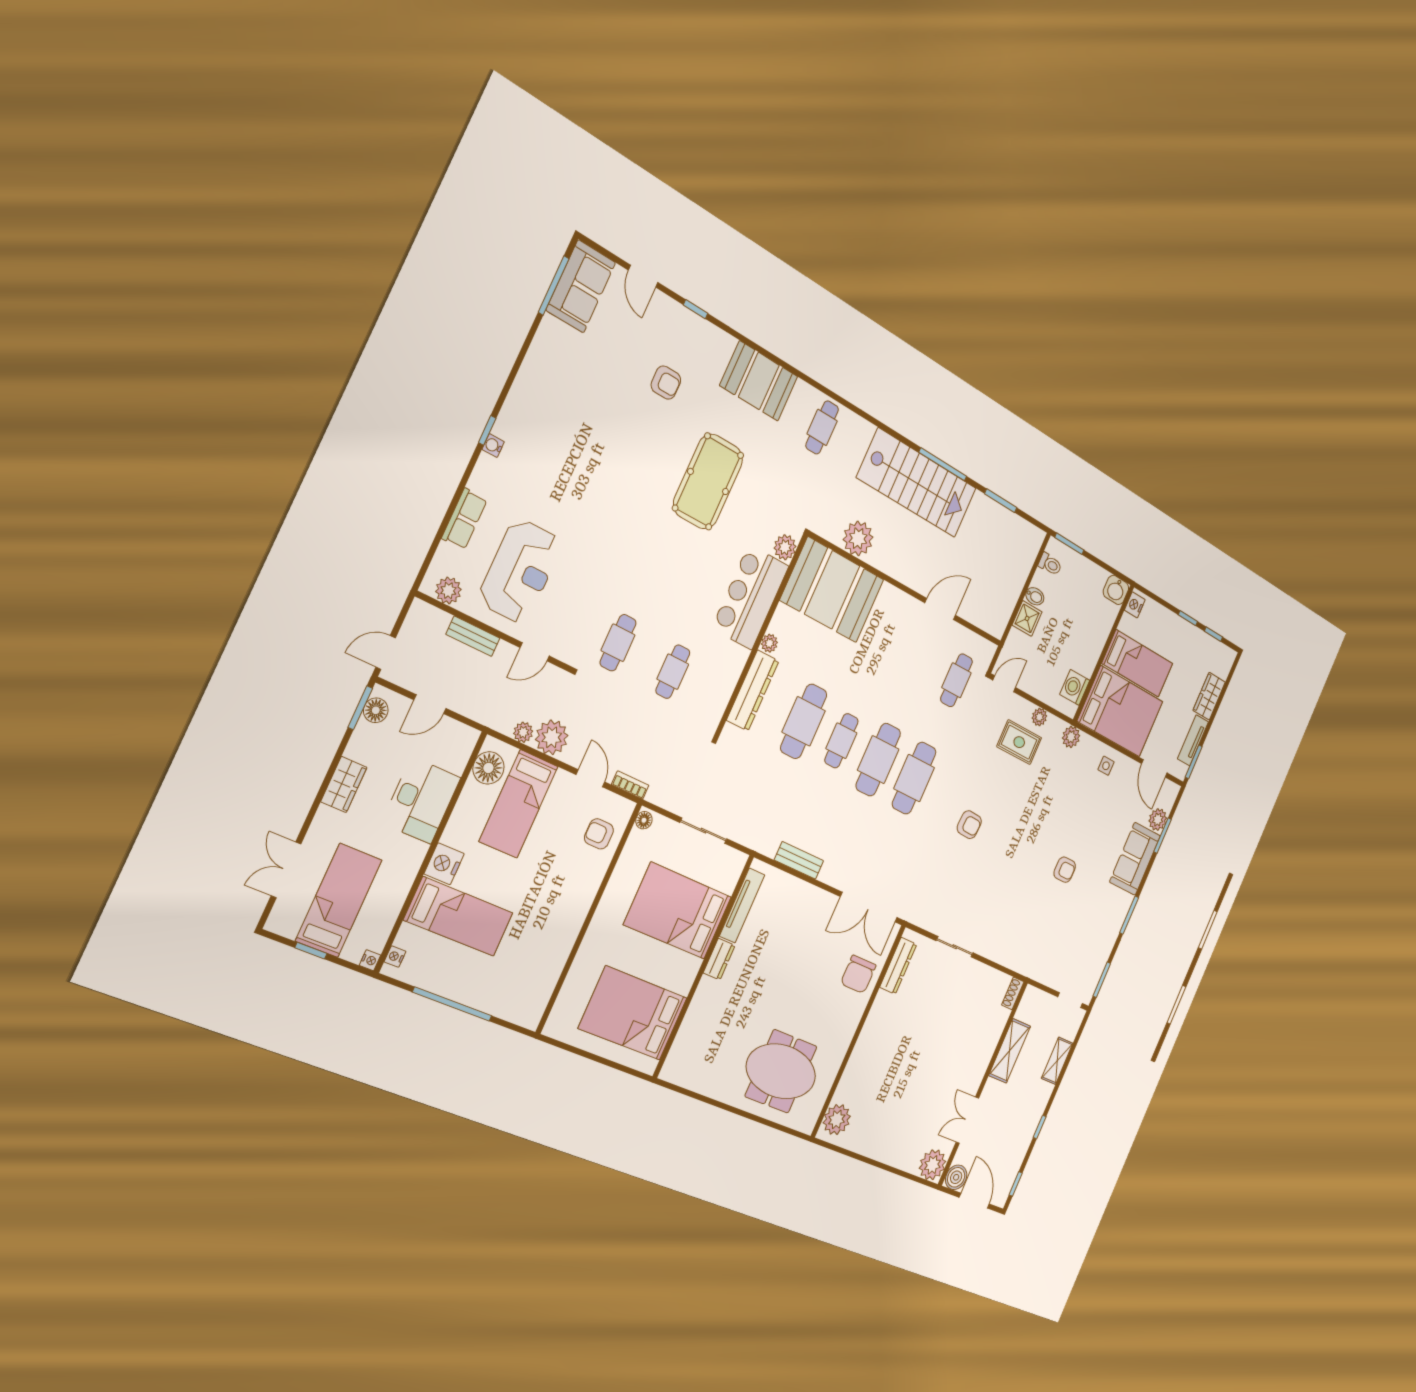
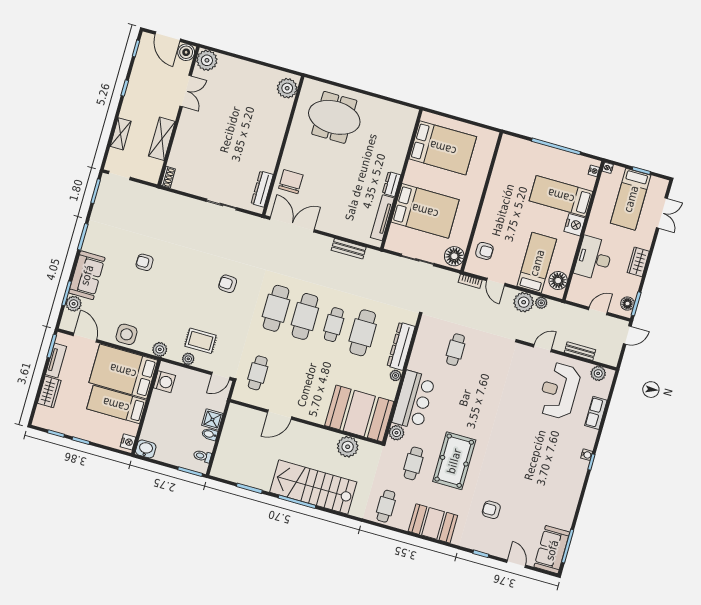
cafe table: (618, 643) -> (413, 463), moved
side table: (1106, 766) -> (127, 334), width x1.87, depth x1.87
floor lamp: (644, 820) -> (454, 256), width x1.89, depth x1.89

